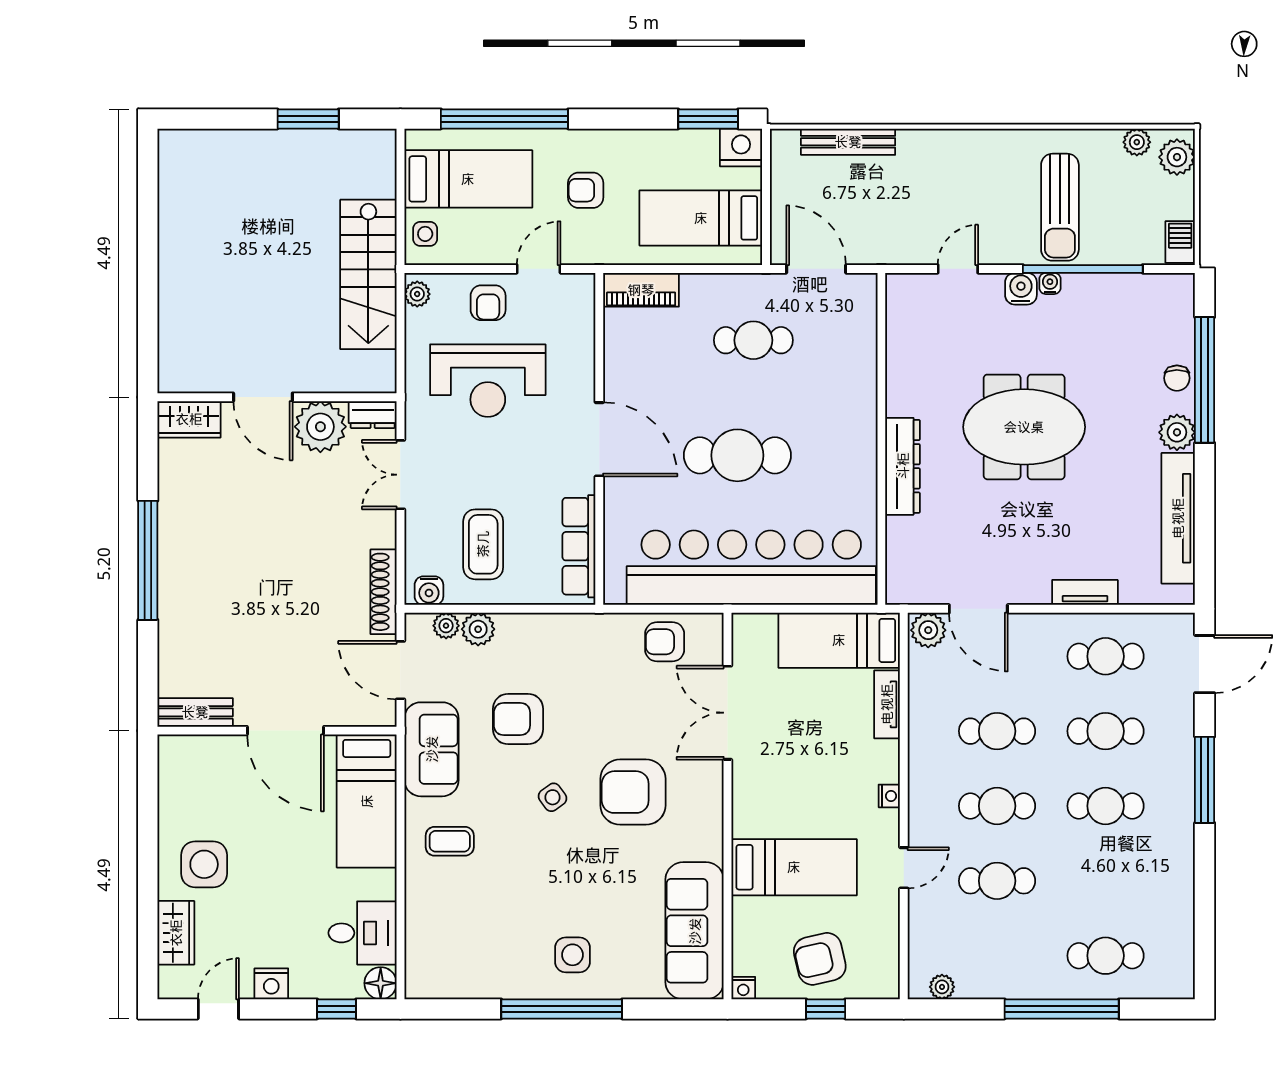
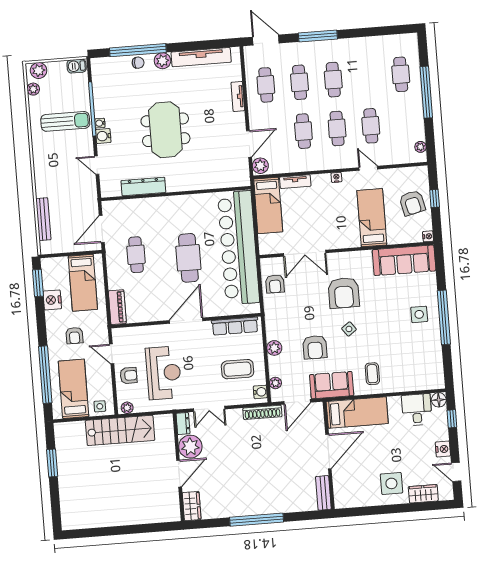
nightstand: (741, 147) -> (52, 300), moved
dresser: (903, 466) -> (143, 187), moved
plant: (478, 629) -> (274, 348), moved

